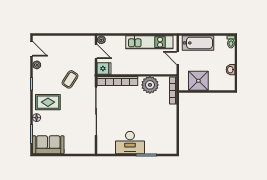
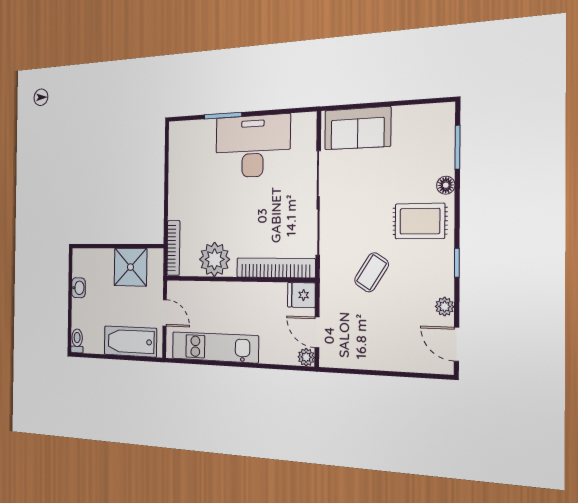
desk: (130, 143) -> (253, 146), width x1.36, depth x1.30
sofa: (48, 145) -> (358, 128), moved

